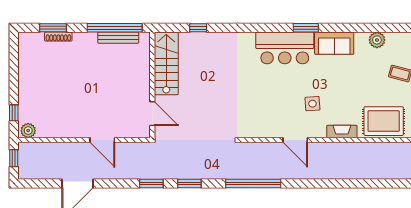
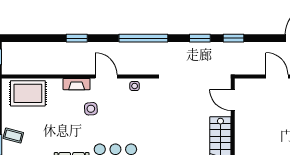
side table: (263, 129) -> (135, 86), added
fireplace: (342, 132) -> (77, 84), moved
window: (328, 183) -> (77, 38), added

